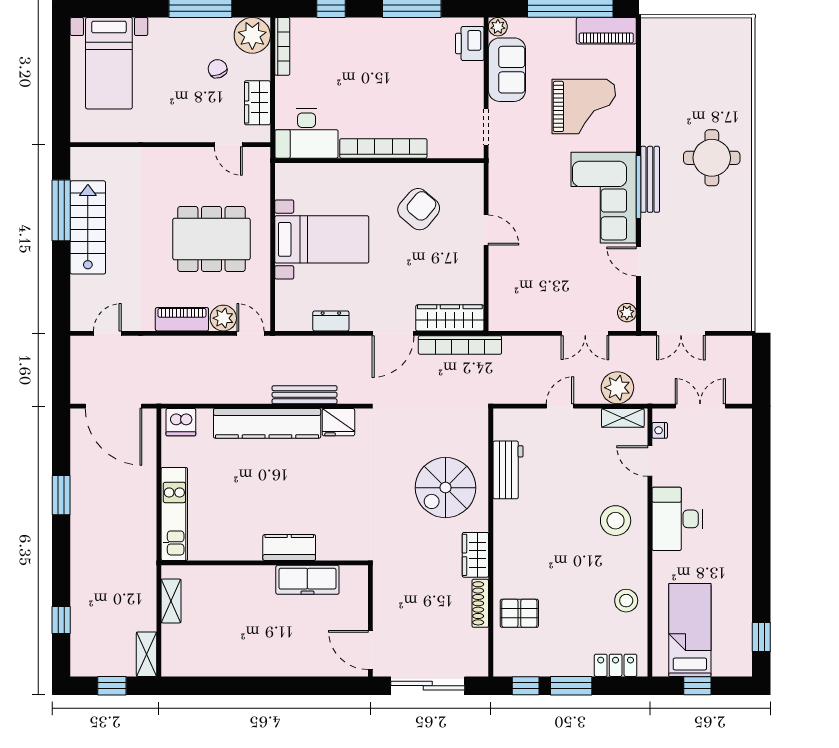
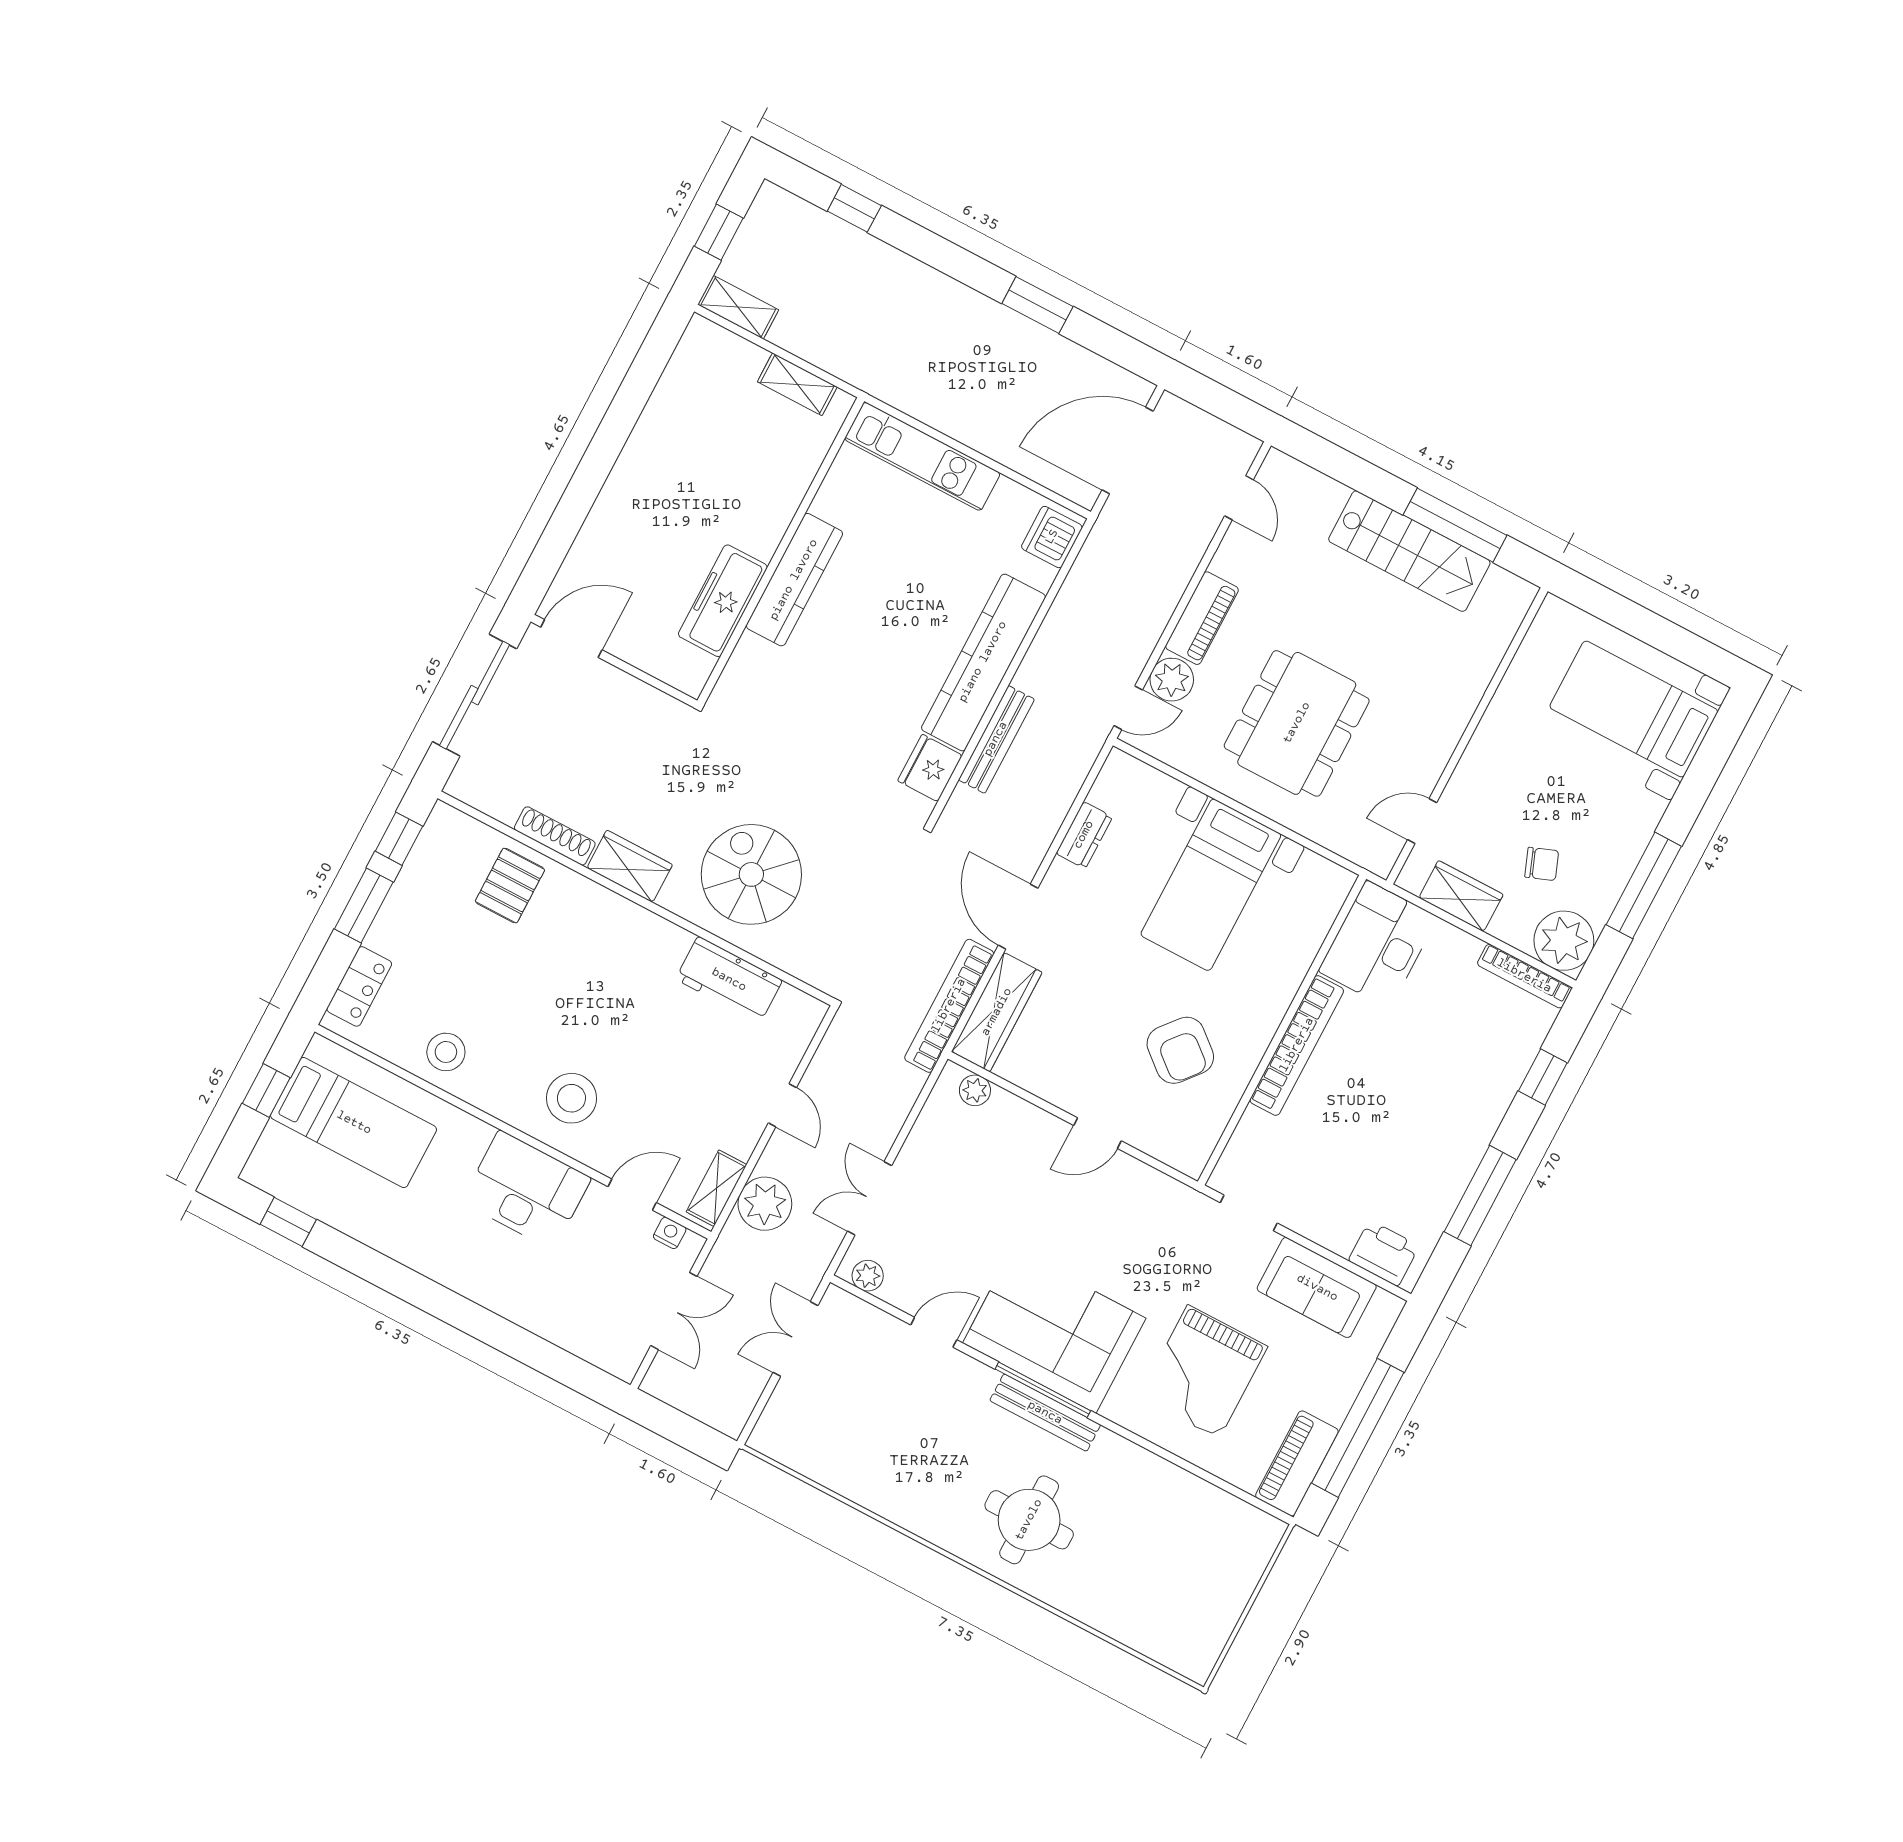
plant: (498, 27) -> (975, 1090), moved
kitchen counter: (289, 548) -> (794, 580), width x1.50

